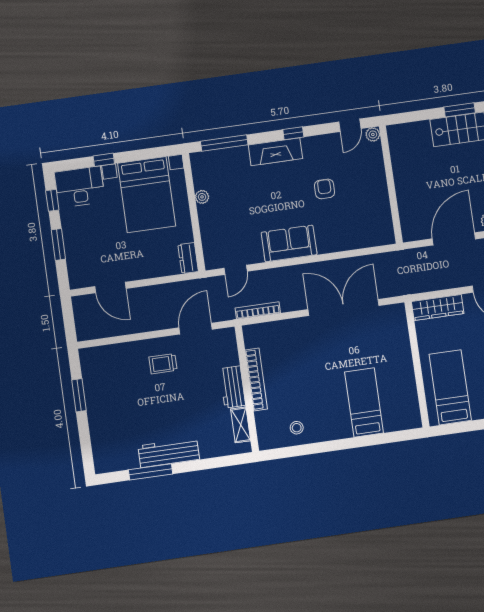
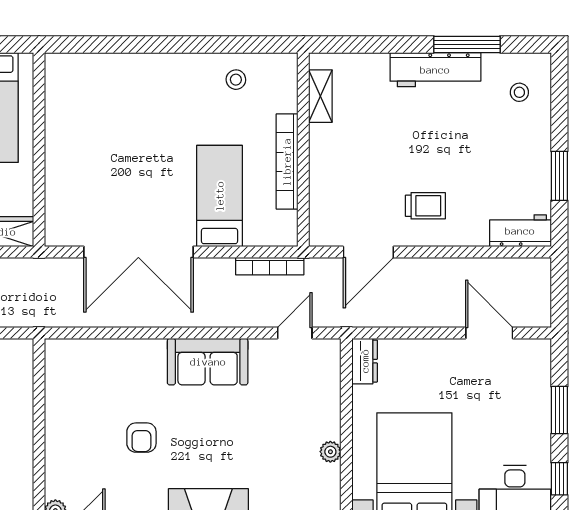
workbench: (233, 387) -> (520, 231), moved, turned -90
bed: (364, 402) -> (220, 196), moved, turned 180
stool: (112, 446) -> (519, 92), added

